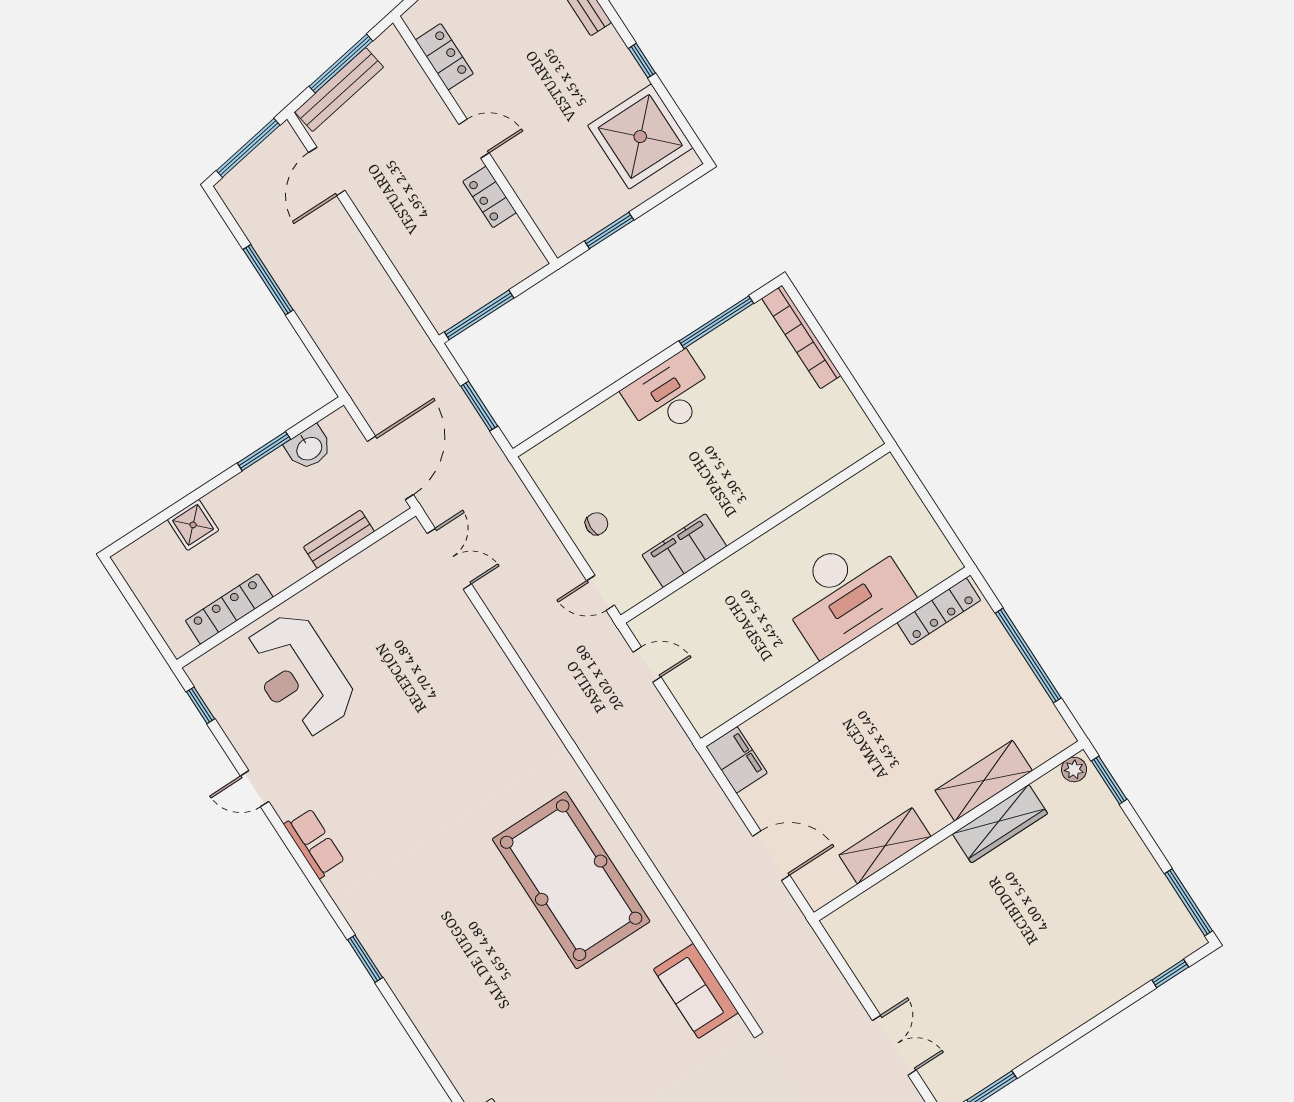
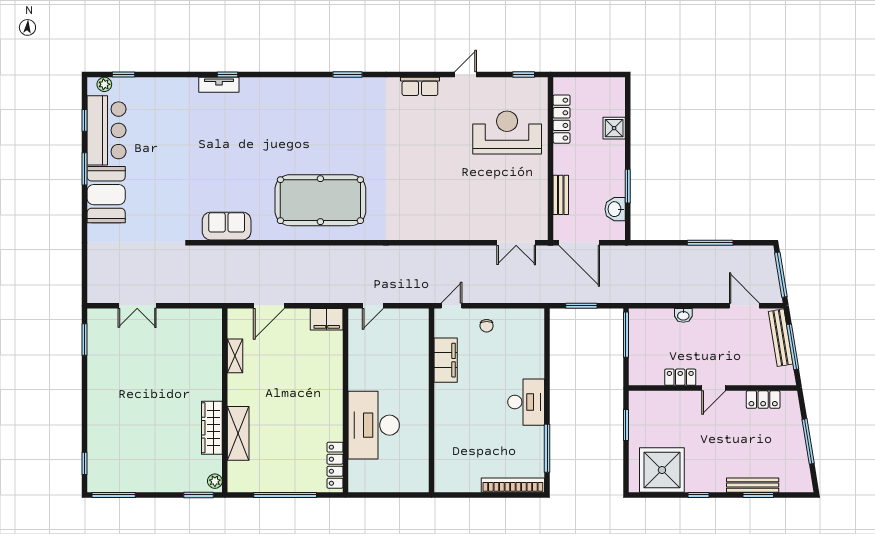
washbasin: (398, 250) -> (683, 315), added
door: (647, 665) -> (373, 306), moved
shelving: (885, 846) -> (235, 356), width x0.67, depth x0.75

